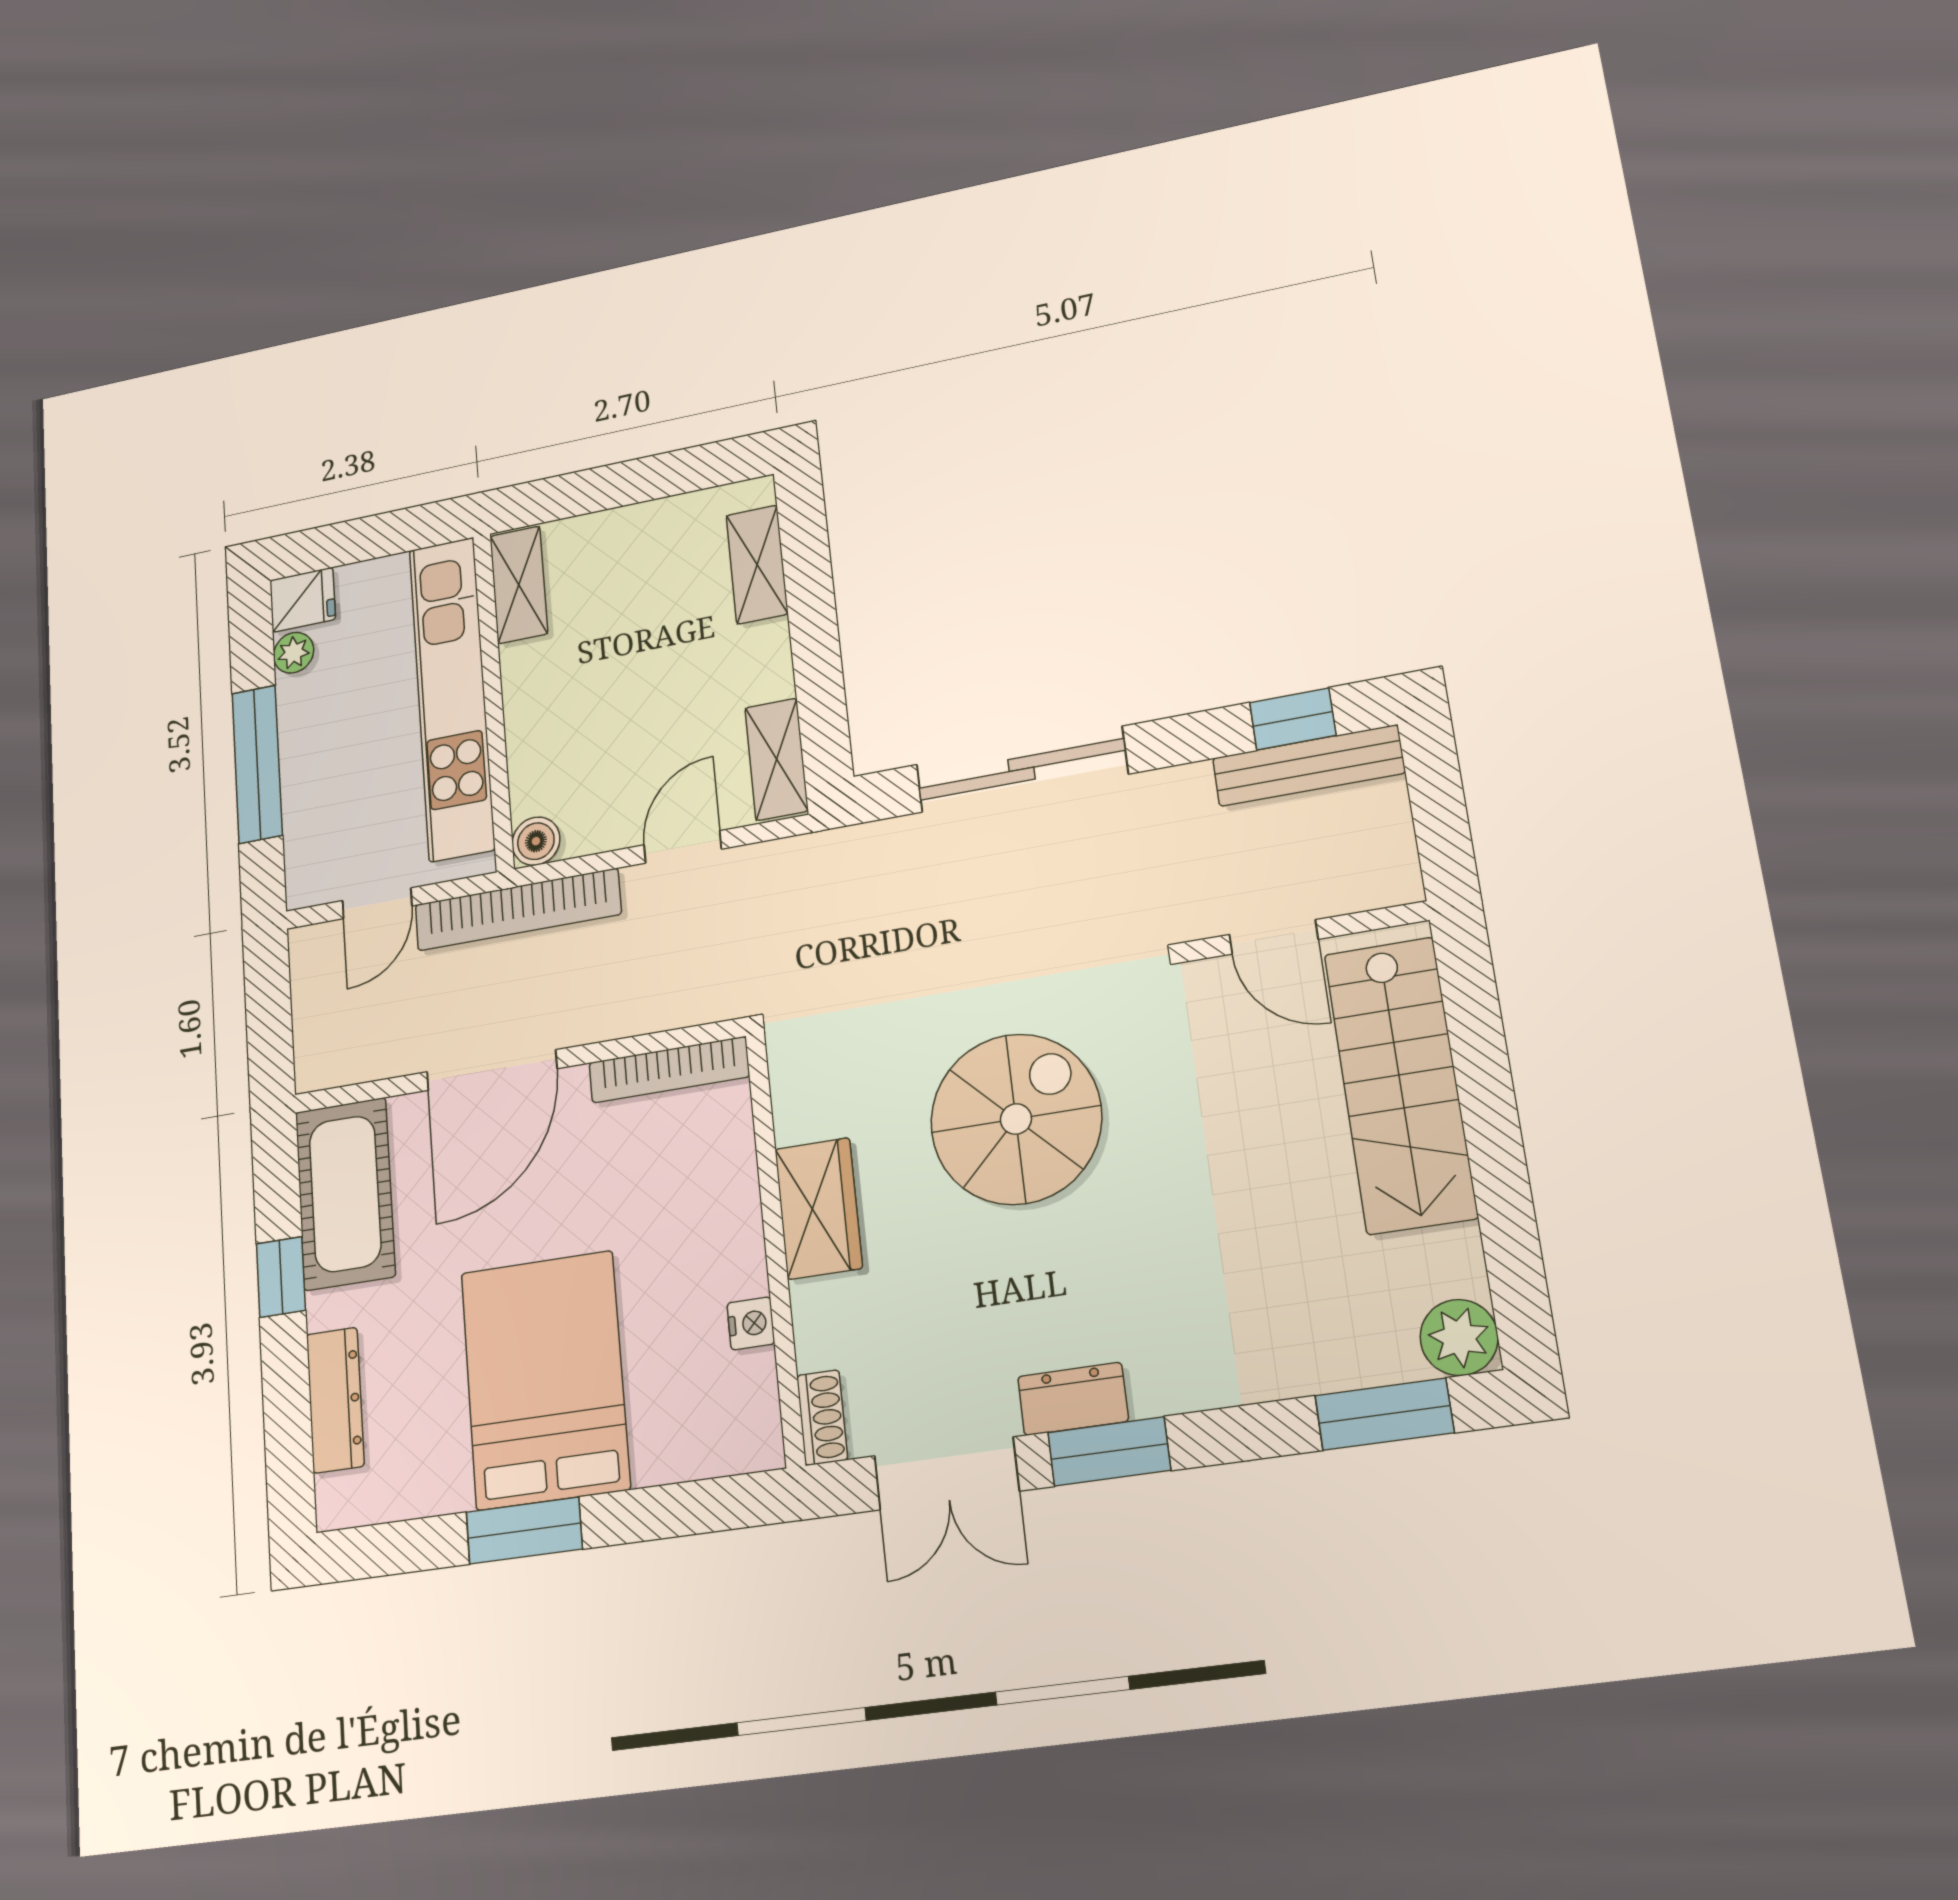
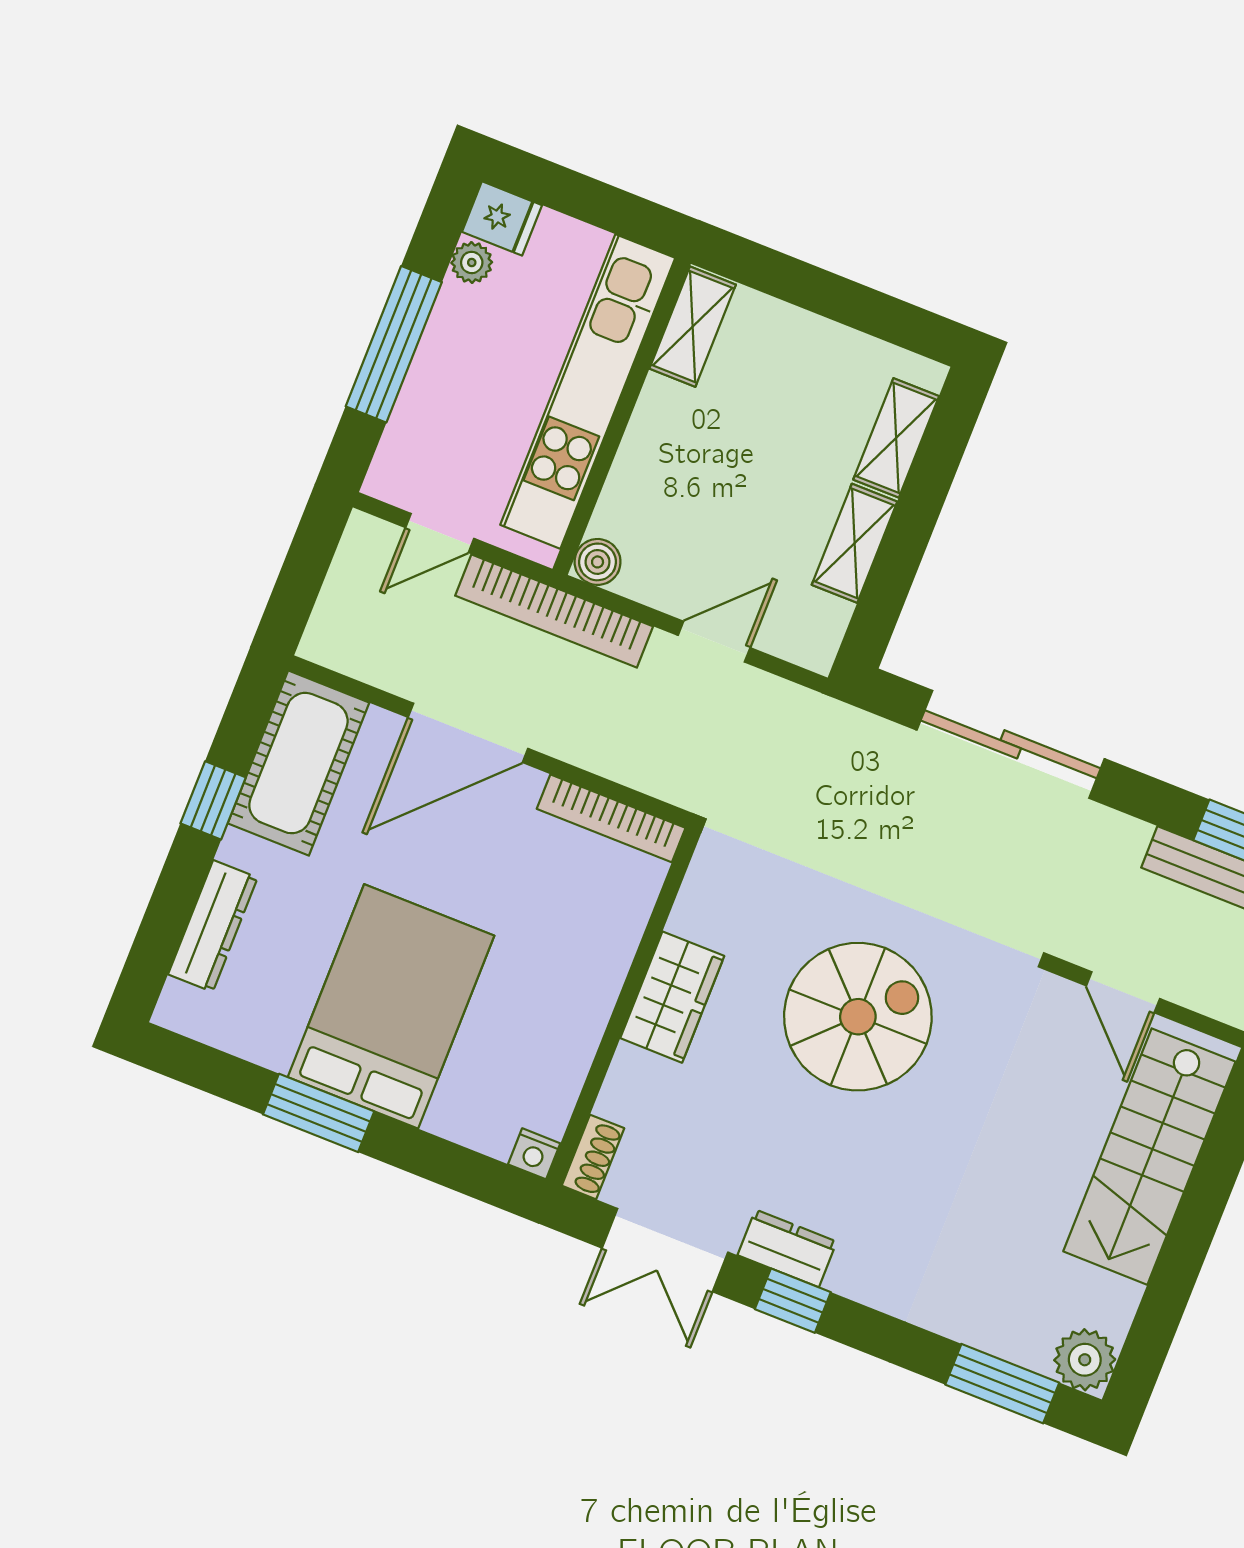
shelving: (777, 759) -> (855, 543), moved
nightstand: (751, 1323) -> (534, 1154), moved, turned 90
window: (1109, 1451) -> (793, 1301), width x0.67

